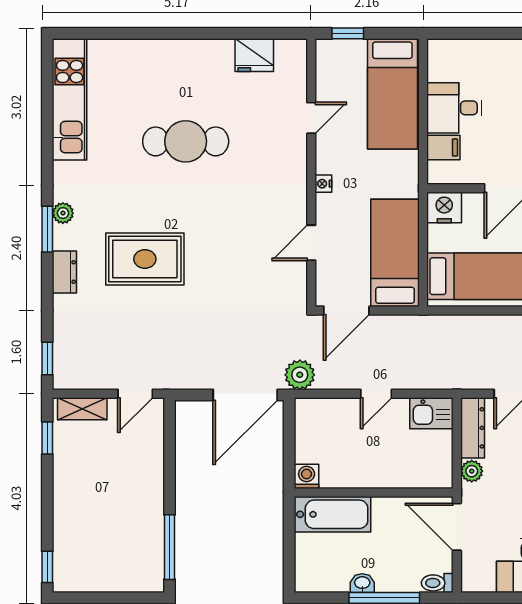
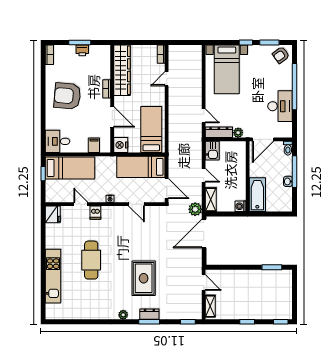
window: (348, 33) -> (43, 174), moved
fridge: (254, 55) -> (53, 214), moved
kitchen unit: (70, 99) -> (53, 276), moved, turned 90
desk: (454, 108) -> (58, 141), moved, turned 90
dishwasher: (292, 151) -> (95, 213), added
window: (47, 229) -> (149, 322), moved
door: (245, 395) -> (204, 234), swing flipped
shelving: (321, 410) -> (211, 200), added
window: (47, 438) -> (247, 322), moved
window: (169, 547) -> (272, 267), width x0.69

